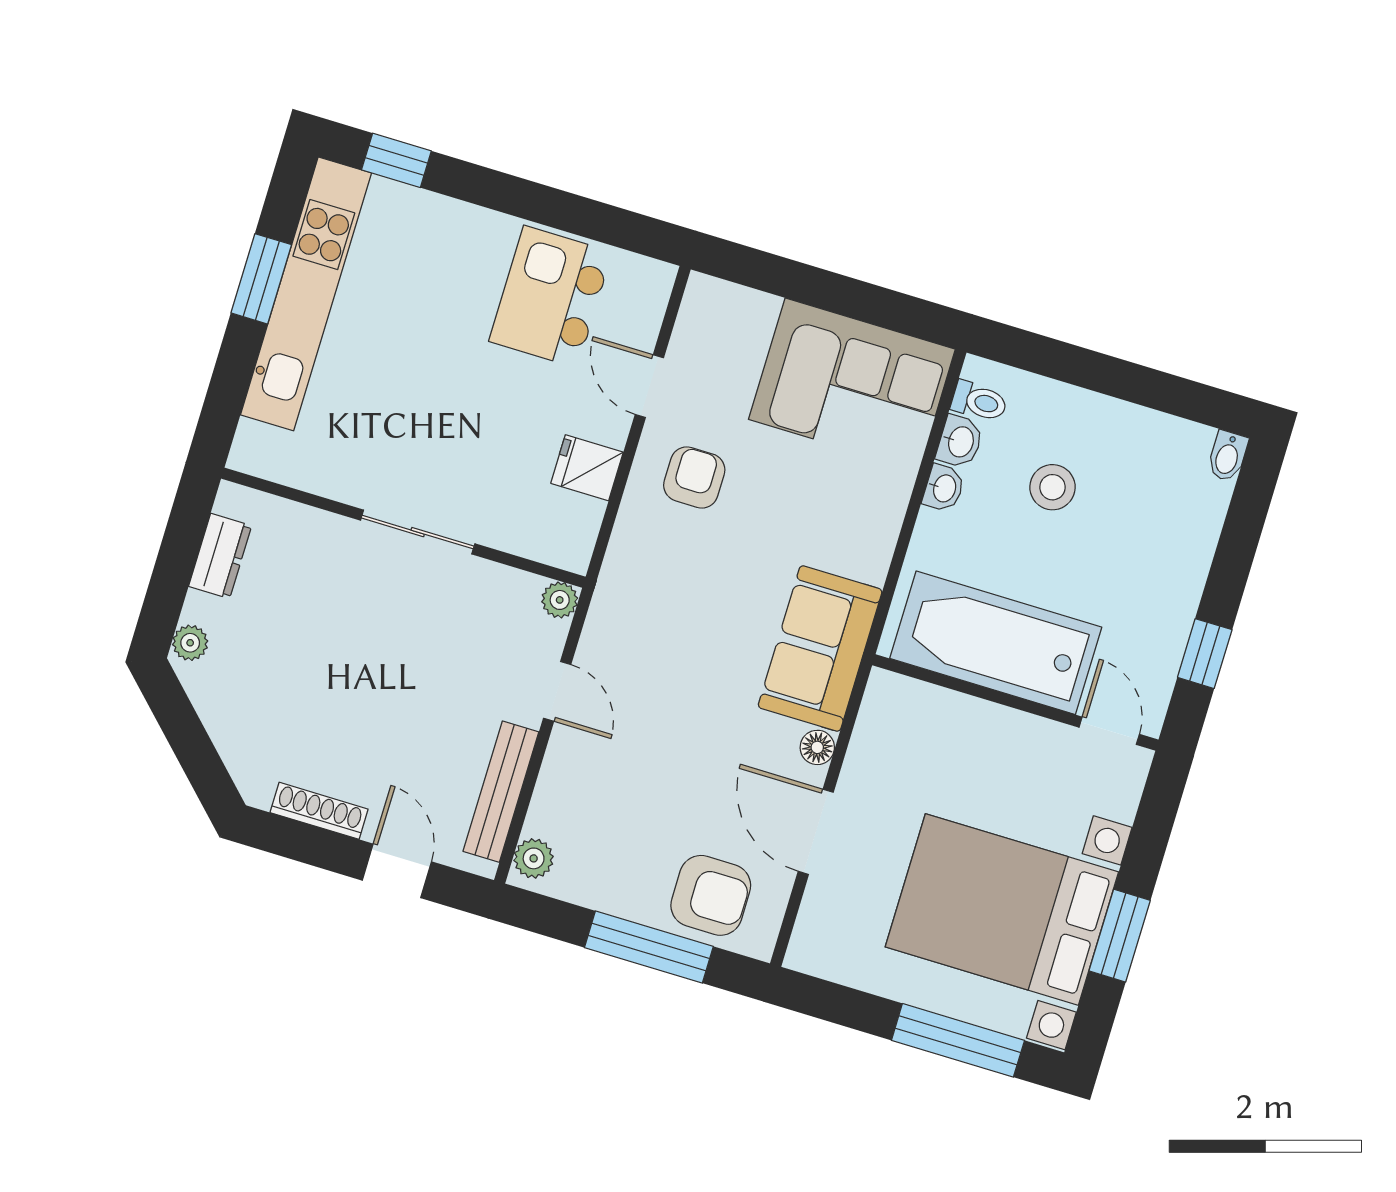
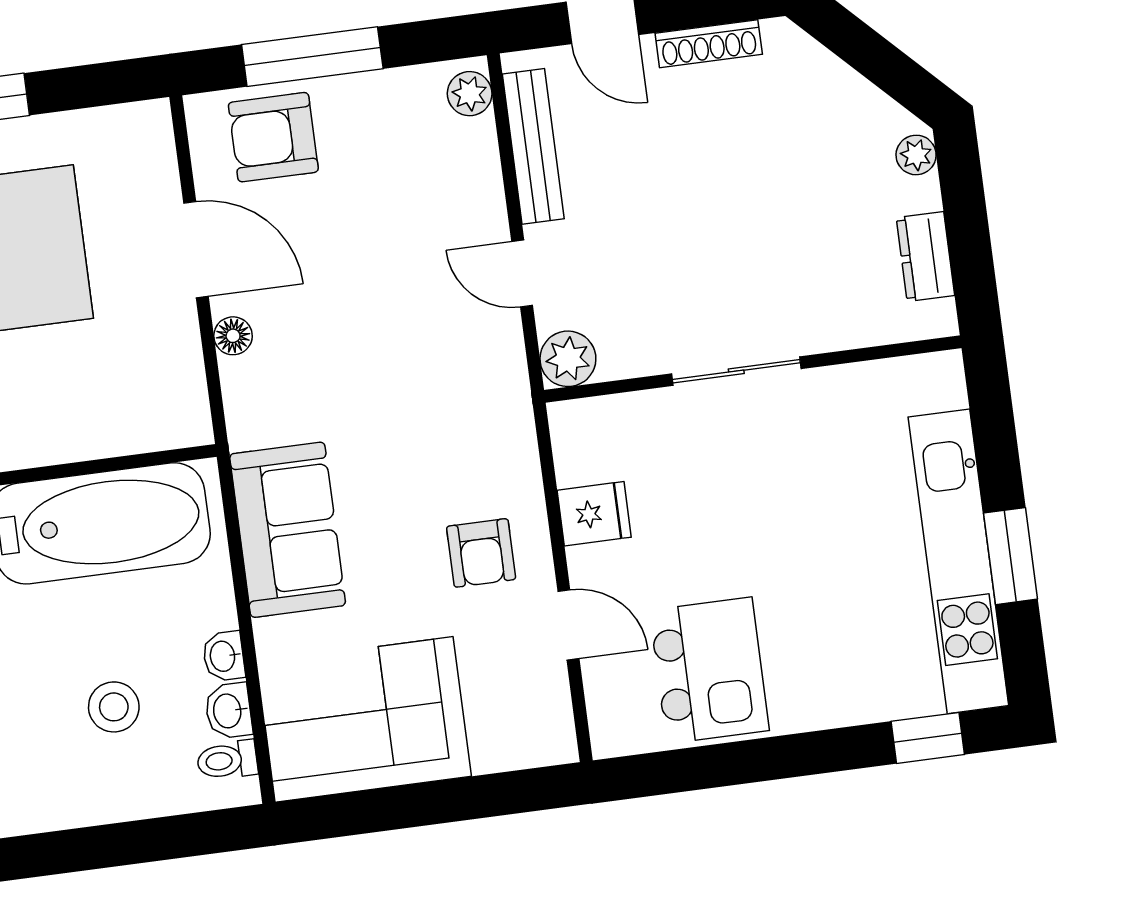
plant: (560, 600) -> (568, 359), width x1.38, depth x1.38
sofa: (820, 649) -> (288, 530), moved

